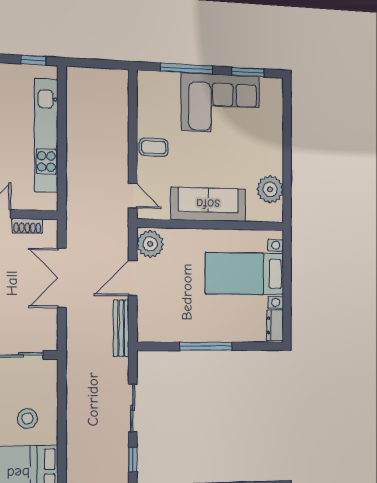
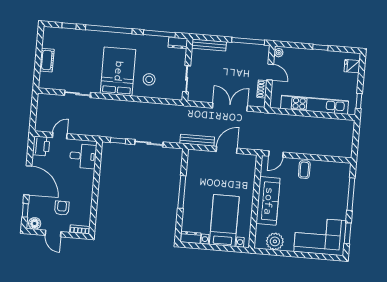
corner sofa: (220, 103) -> (320, 236), moved, turned 90
plant: (150, 244) -> (246, 162), removed
door: (133, 278) -> (227, 150), hinge flipped

